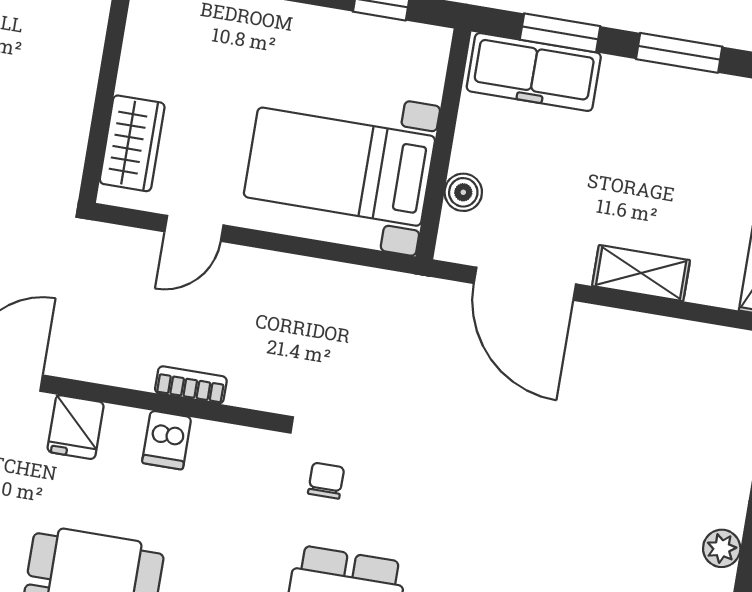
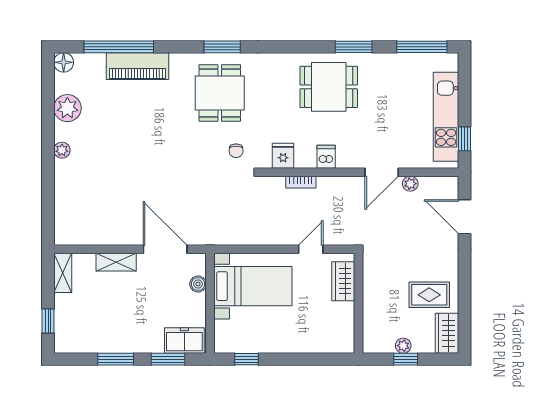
freezer: (534, 72) -> (184, 341), width x0.71
fridge: (76, 427) -> (283, 156), moved
dishwasher: (167, 440) -> (326, 157), moved

